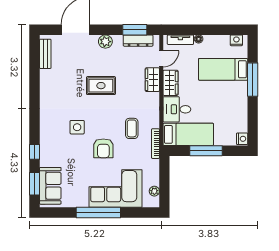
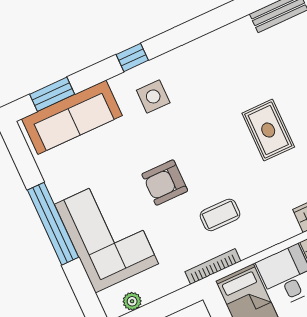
side table: (77, 127) -> (153, 96), moved
window: (35, 152) -> (132, 57), moved
sofa: (50, 186) -> (72, 117), width x1.36

